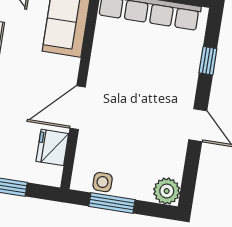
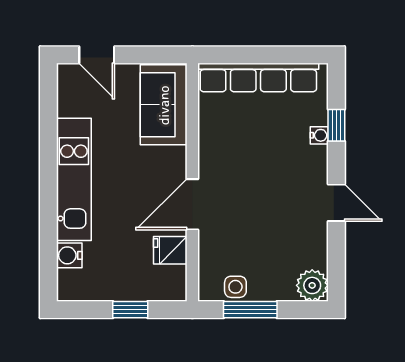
water cooler: (192, 67) -> (319, 135), added
fridge: (52, 147) -> (170, 250), width x0.72

